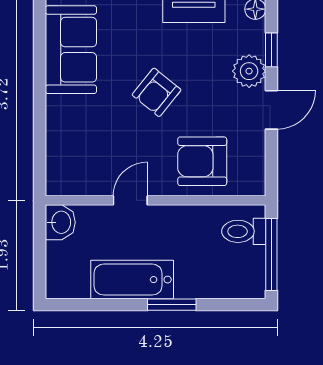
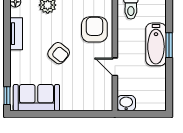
armchair: (202, 161) -> (94, 29), turned 180
bathtub: (132, 280) -> (156, 44), moved

